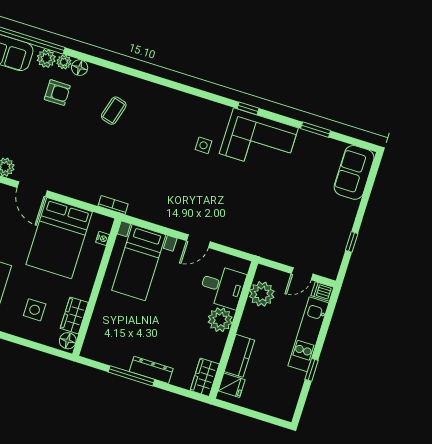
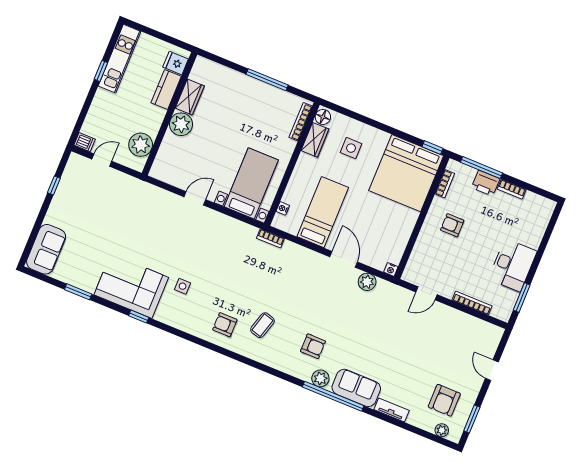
plant: (64, 62) -> (304, 374), removed
floor lamp: (80, 68) -> (290, 367), removed
armchair: (57, 93) -> (313, 346), turned 180
armchair: (154, 108) -> (225, 325), added
bed: (59, 238) -> (323, 212), width x0.67
desk: (222, 286) -> (176, 155), removed
bookcase: (91, 334) -> (301, 122), added
kitchen unit: (308, 334) -> (119, 59), moved
dresser: (151, 370) -> (248, 83), removed
wardrobe: (205, 377) -> (190, 97), moved

